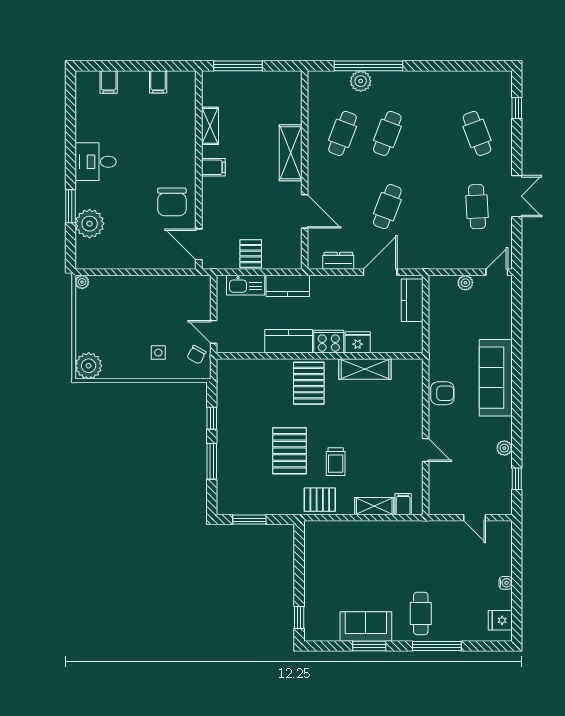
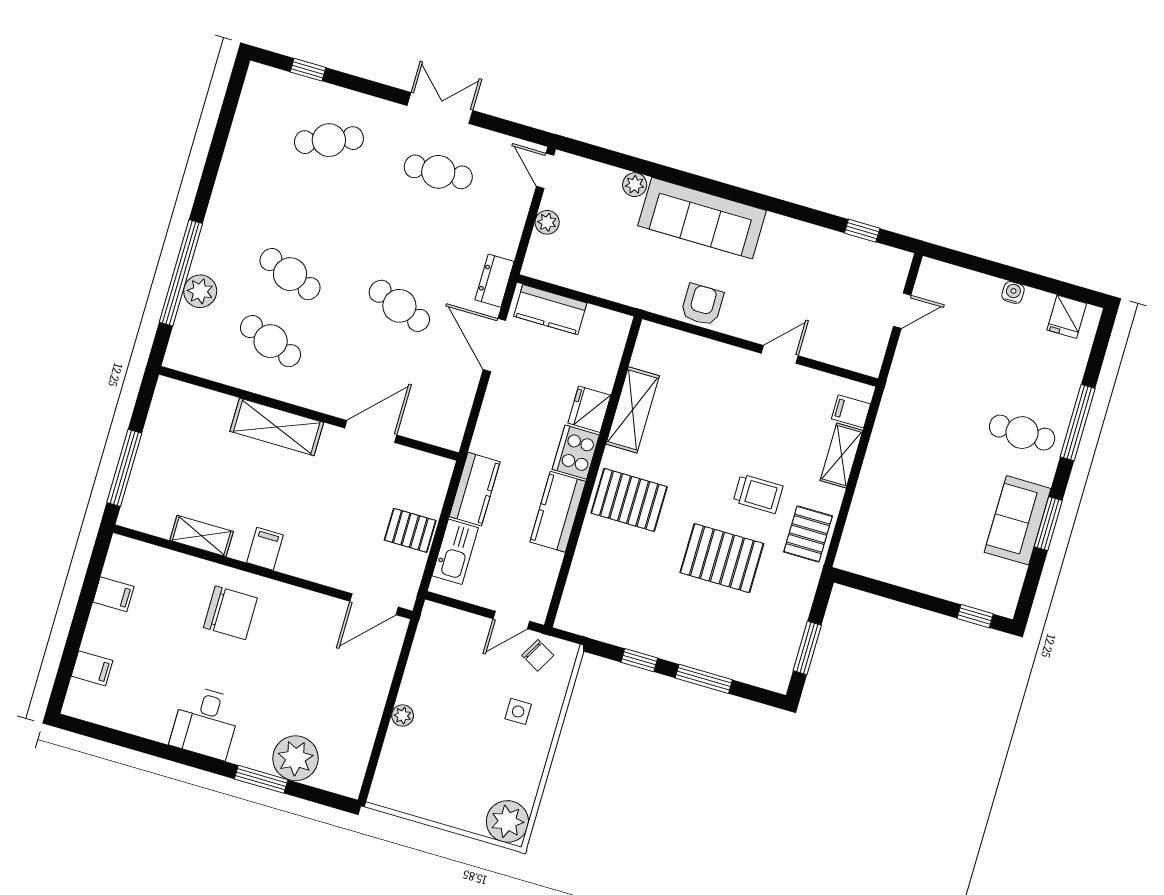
chair: (172, 202) -> (230, 613), moved
dresser: (338, 261) -> (495, 281), moved
plant: (82, 282) -> (403, 716), moved
plant: (504, 448) -> (635, 185), moved

